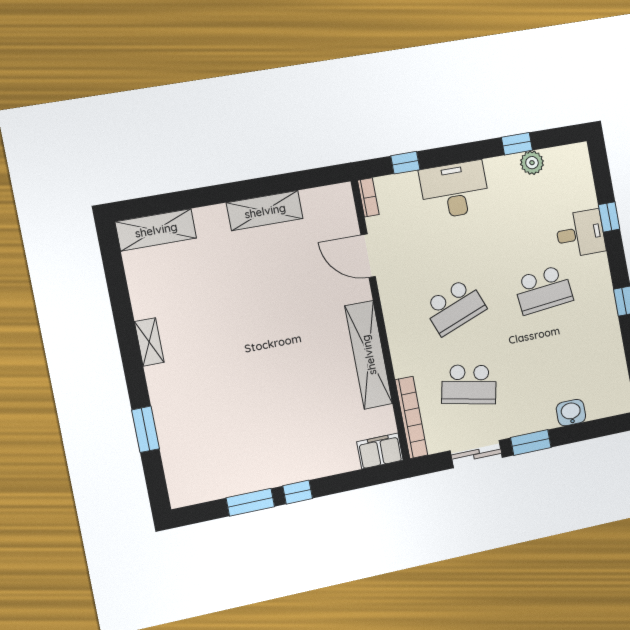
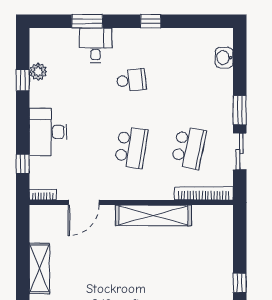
window: (609, 217) -> (87, 21), width x1.50
school desk: (543, 290) -> (131, 80), width x0.54
school desk: (455, 307) -> (131, 148), turned 30
washbasin: (571, 413) -> (224, 58), moved
filing cabinet: (380, 451) -> (223, 220), removed

